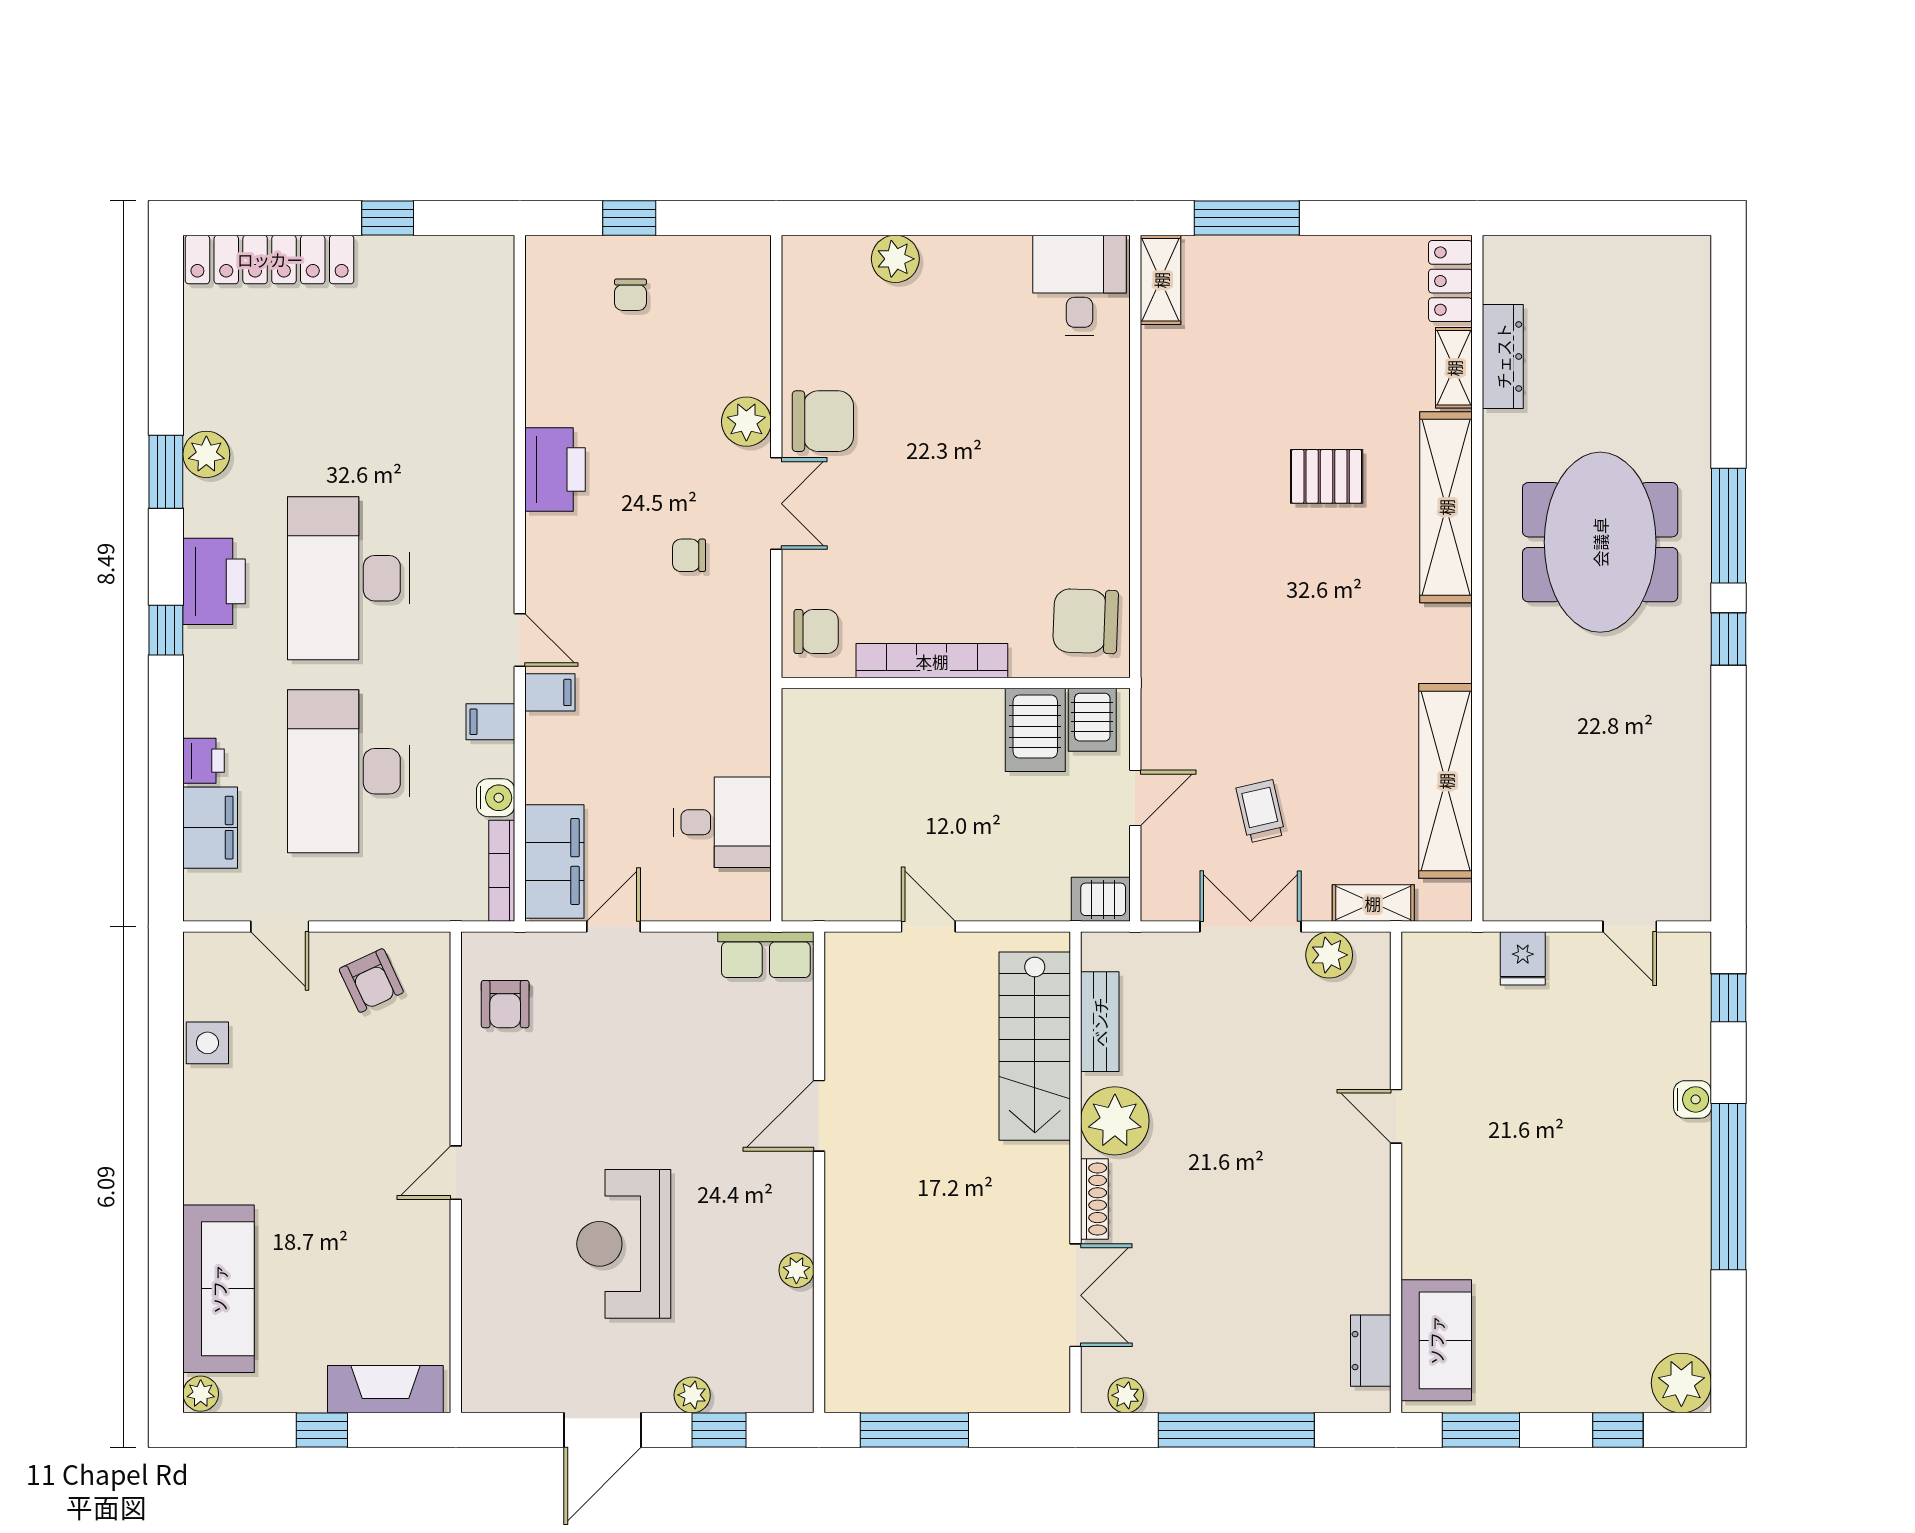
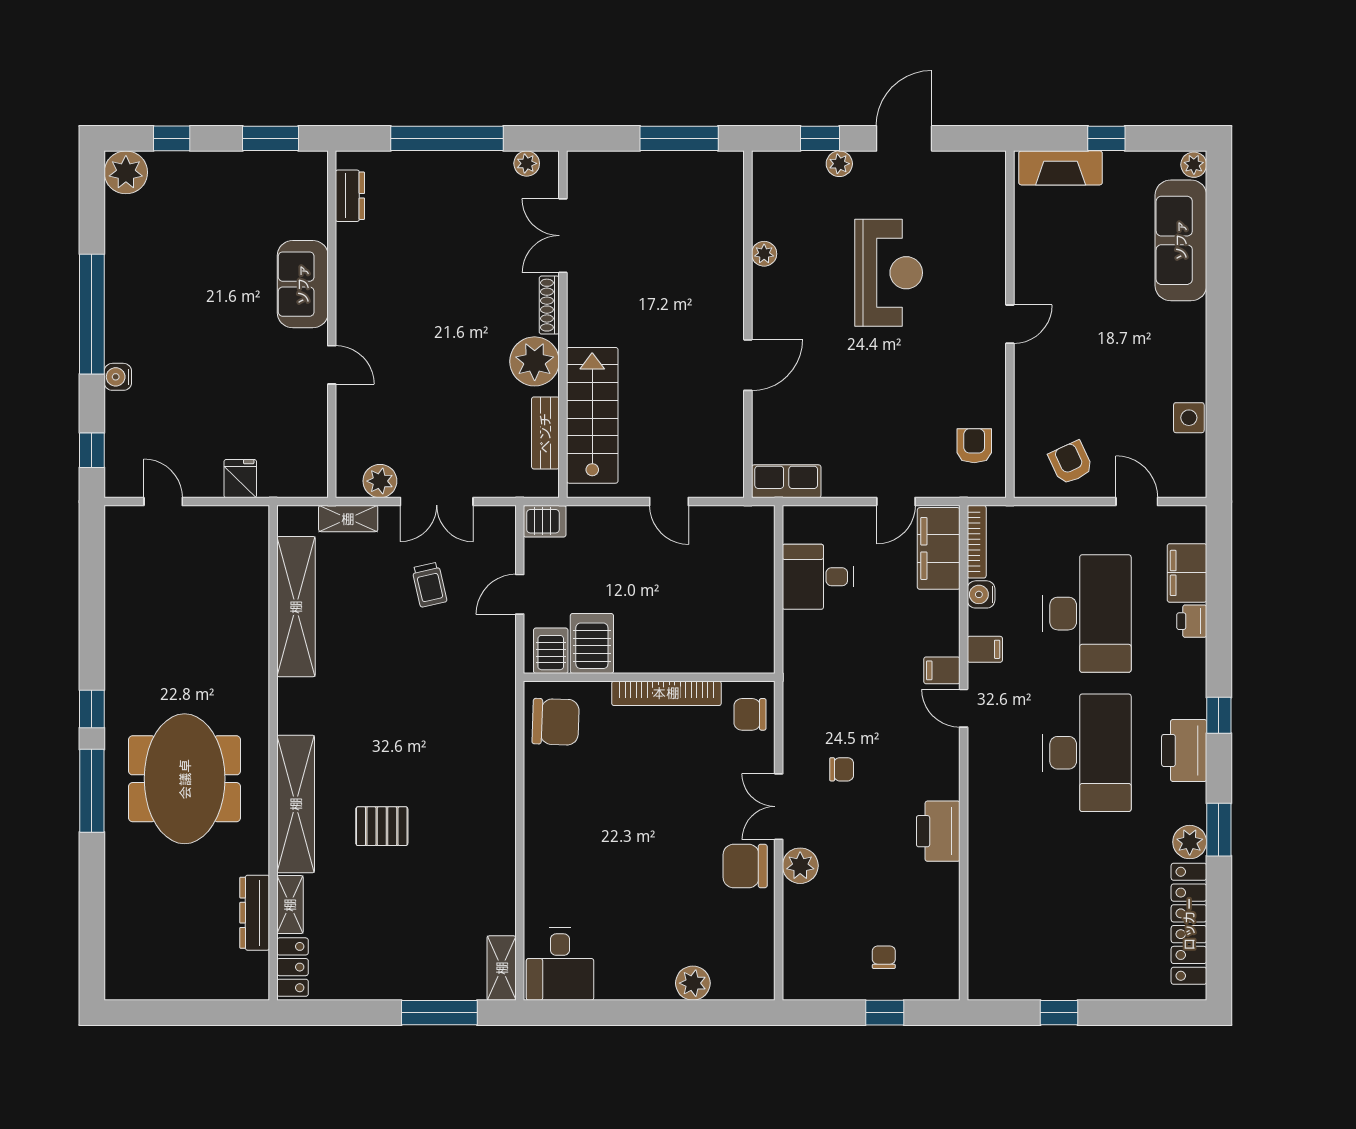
locker: (270, 259) -> (1189, 924), moved, turned -90
sofa: (1436, 1340) -> (303, 284), moved

